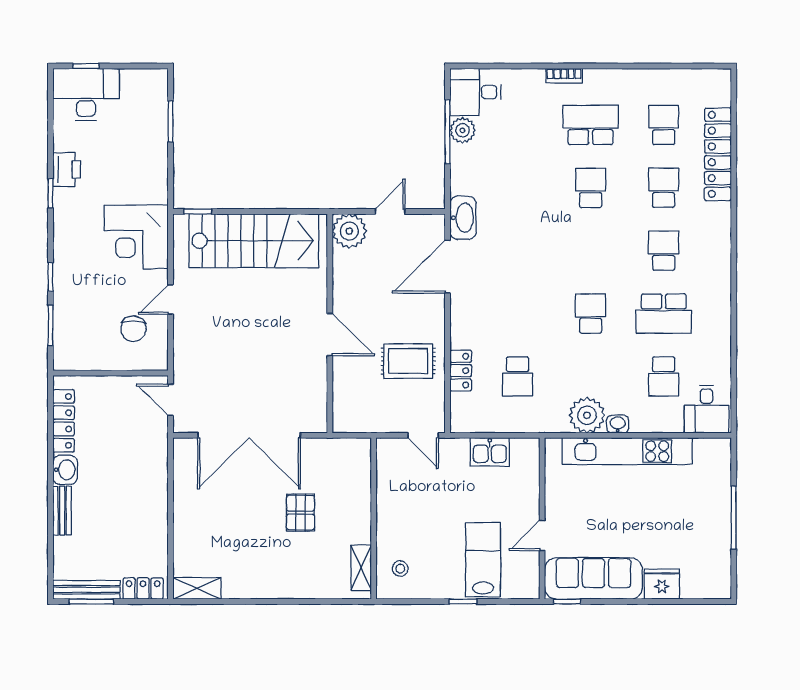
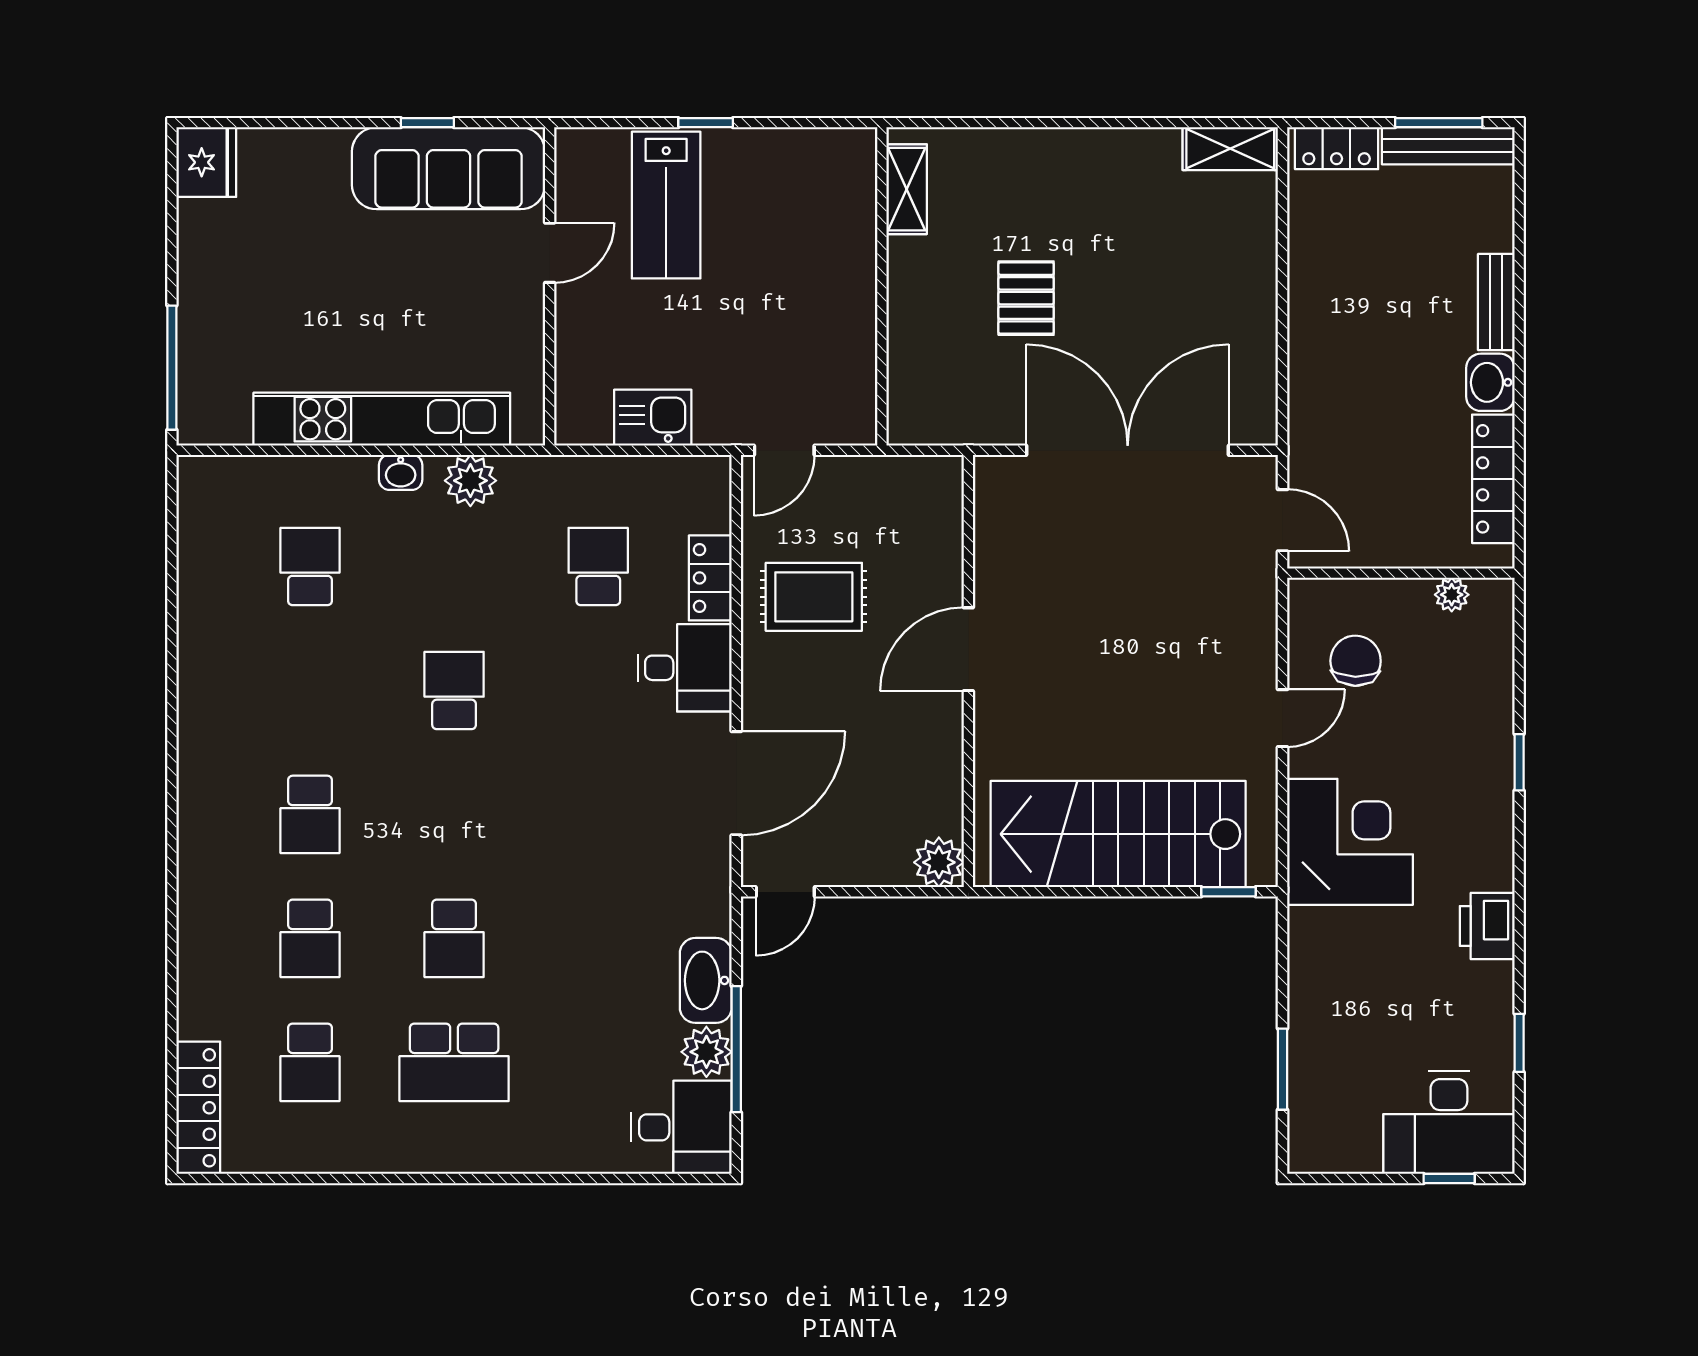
bookcase: (564, 76) -> (507, 1160), removed
locker: (718, 154) -> (198, 1108), moved, width x0.71, depth x0.83
printer: (67, 170) -> (1487, 926), moved
window: (50, 193) -> (1519, 1043), moved
door: (390, 211) -> (785, 892), moved
washbasin: (463, 218) -> (706, 980), moved
plant: (349, 231) -> (939, 862), width x0.73, depth x0.73
school desk: (591, 314) -> (454, 690), turned 180
school desk: (664, 314) -> (310, 690), removed
window: (50, 325) -> (1519, 667), removed
door: (330, 334) -> (968, 649), hinge flipped
plant: (85, 362) -> (1452, 595), added
desk: (707, 409) -> (685, 668), moved, turned 90
plant: (587, 415) -> (470, 481), width x0.73, depth x0.73
door: (423, 435) -> (784, 450), swing flipped
window: (734, 518) -> (172, 368), moved
stool: (400, 569) -> (829, 188), removed
fridge: (662, 584) -> (206, 162), moved, turned -90
window: (567, 602) -> (427, 123), moved

